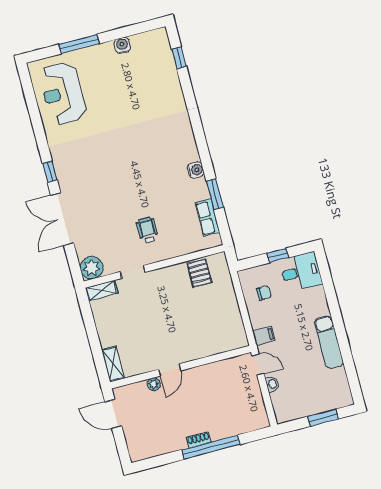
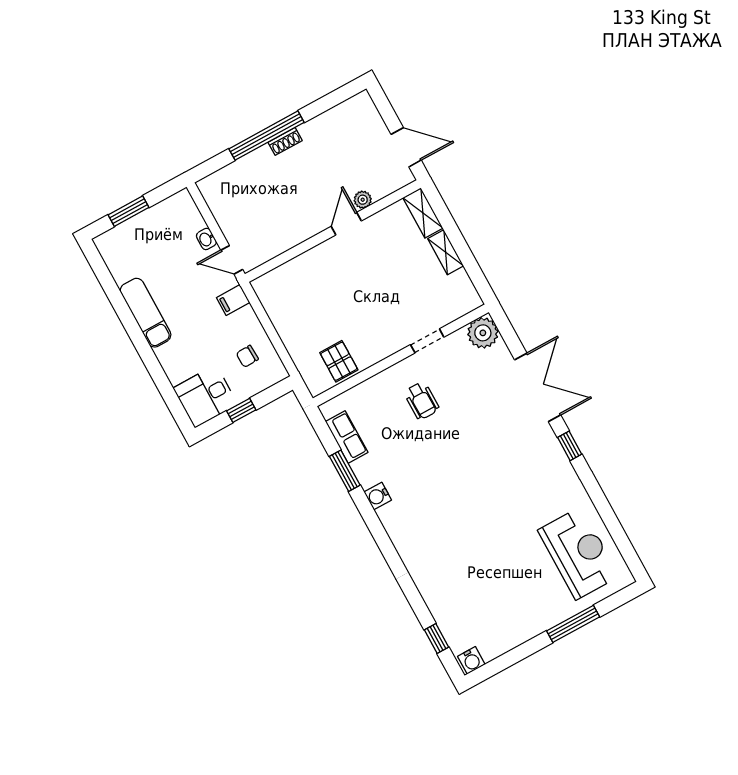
water cooler: (122, 45) -> (471, 660), moved
shelving: (102, 290) -> (446, 252), moved, turned 90

